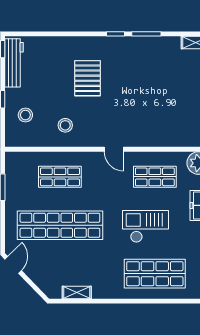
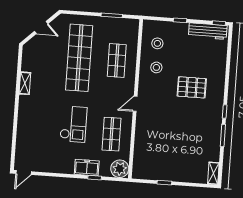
stool: (25, 115) -> (157, 43), moved
door: (13, 265) -> (41, 27), moved
shop shelf: (155, 274) -> (36, 129), removed
shelving: (77, 292) -> (25, 83), moved

